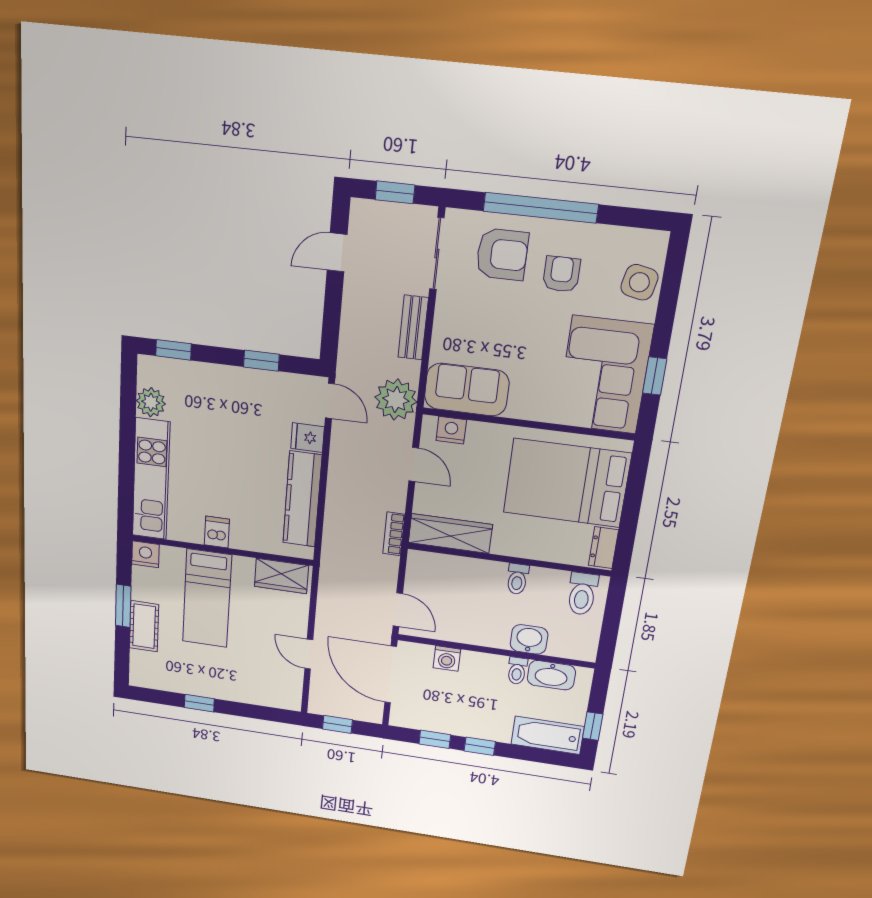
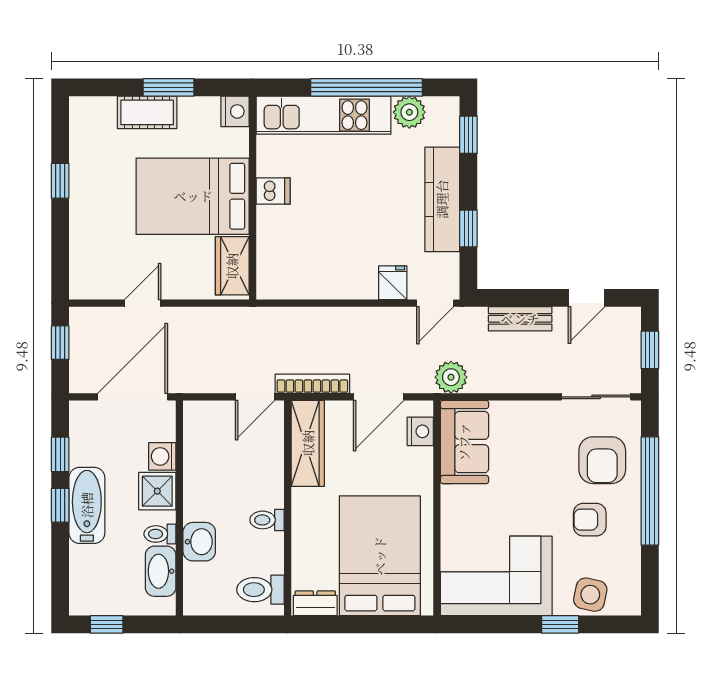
door: (337, 252) -> (587, 298), swing flipped
armchair: (561, 274) -> (590, 520), turned 180
bench: (413, 327) -> (520, 319), moved
window: (655, 376) -> (560, 624), moved
plant: (396, 400) -> (451, 377), width x0.73, depth x0.73
window: (127, 438) -> (367, 87), added
door: (414, 464) -> (379, 397), width x1.38
kitchen counter: (302, 499) -> (442, 199), moved, turned -90
bookcase: (394, 534) -> (312, 384), width x1.56
bed: (207, 598) -> (193, 196), width x1.50
door: (398, 610) -> (255, 397), moved
shower: (478, 667) -> (157, 491), added
bathtub: (547, 735) -> (87, 505), moved

